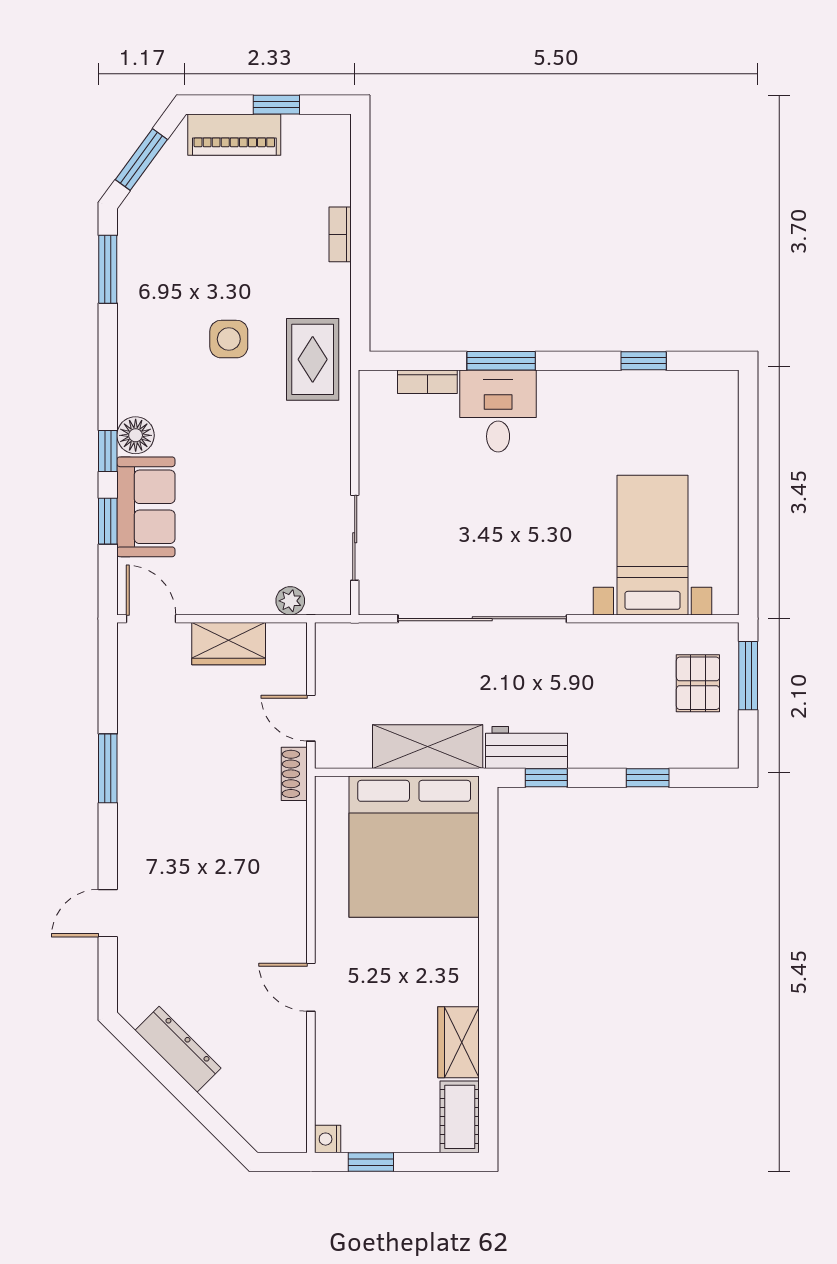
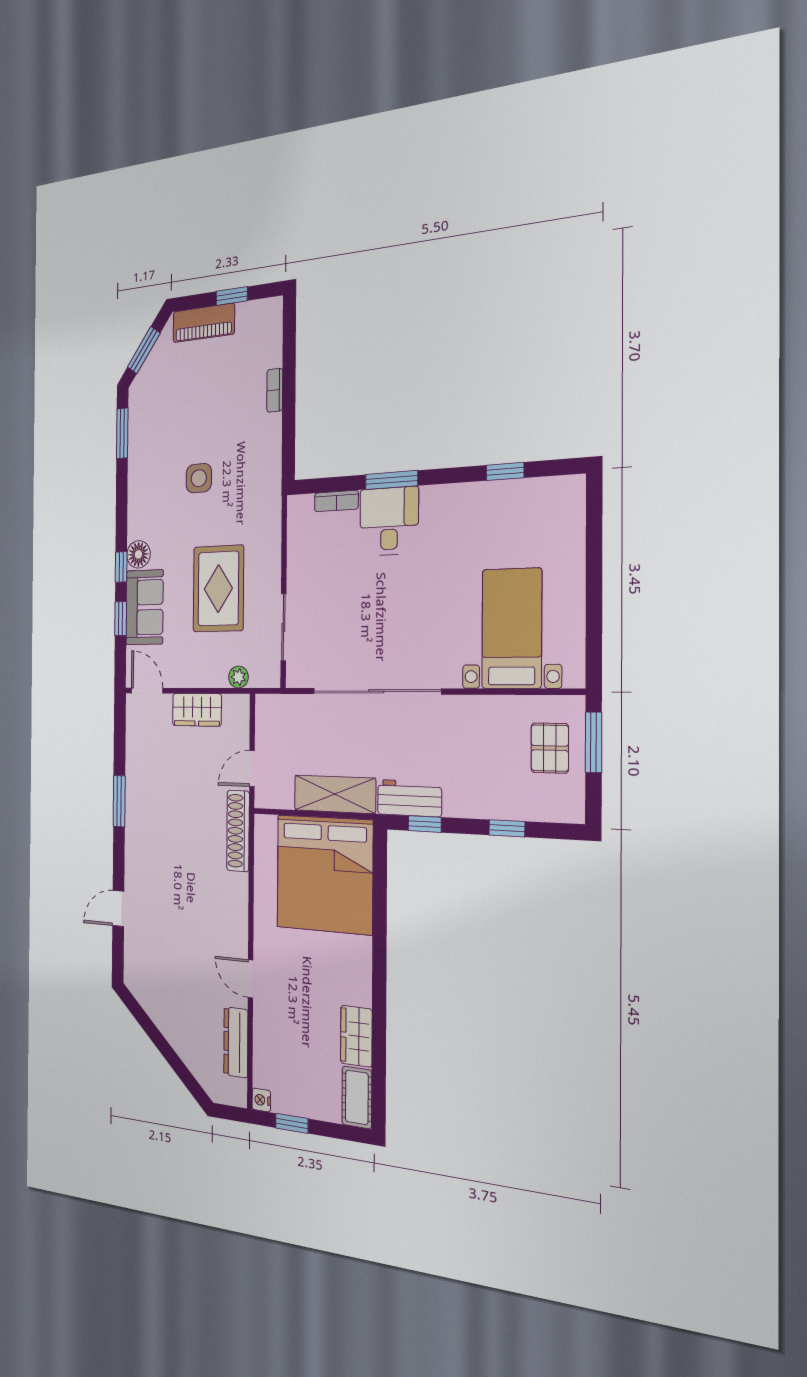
rug: (313, 359) -> (218, 589), moved, width x1.36, depth x1.43
door: (311, 718) -> (252, 768), hinge flipped
shoe rack: (294, 774) -> (238, 831), width x1.94, depth x1.24
dresser: (178, 1049) -> (236, 1042), moved, turned -135

